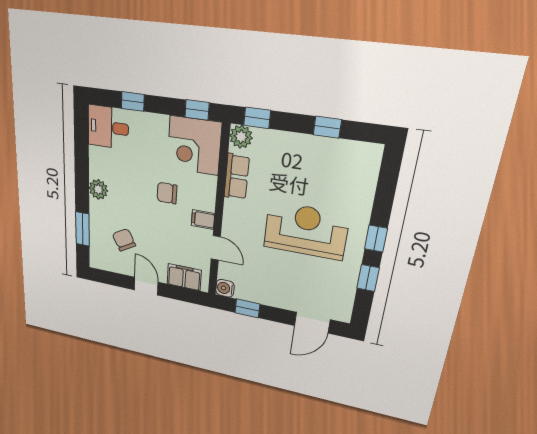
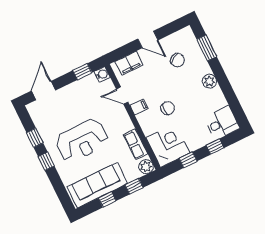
window: (197, 110) -> (188, 160), moved
window: (257, 118) -> (134, 186), moved
sofa: (327, 157) -> (97, 185), added

